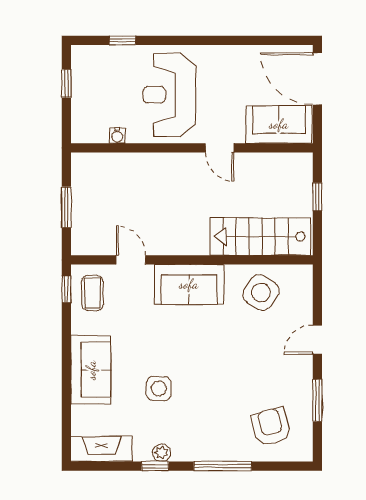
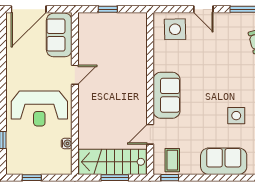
stairs: (260, 237) -> (112, 162), moved, turned 90
coffee table: (92, 293) -> (172, 160), turned 90
side table: (261, 293) -> (175, 29), moved, turned -33

